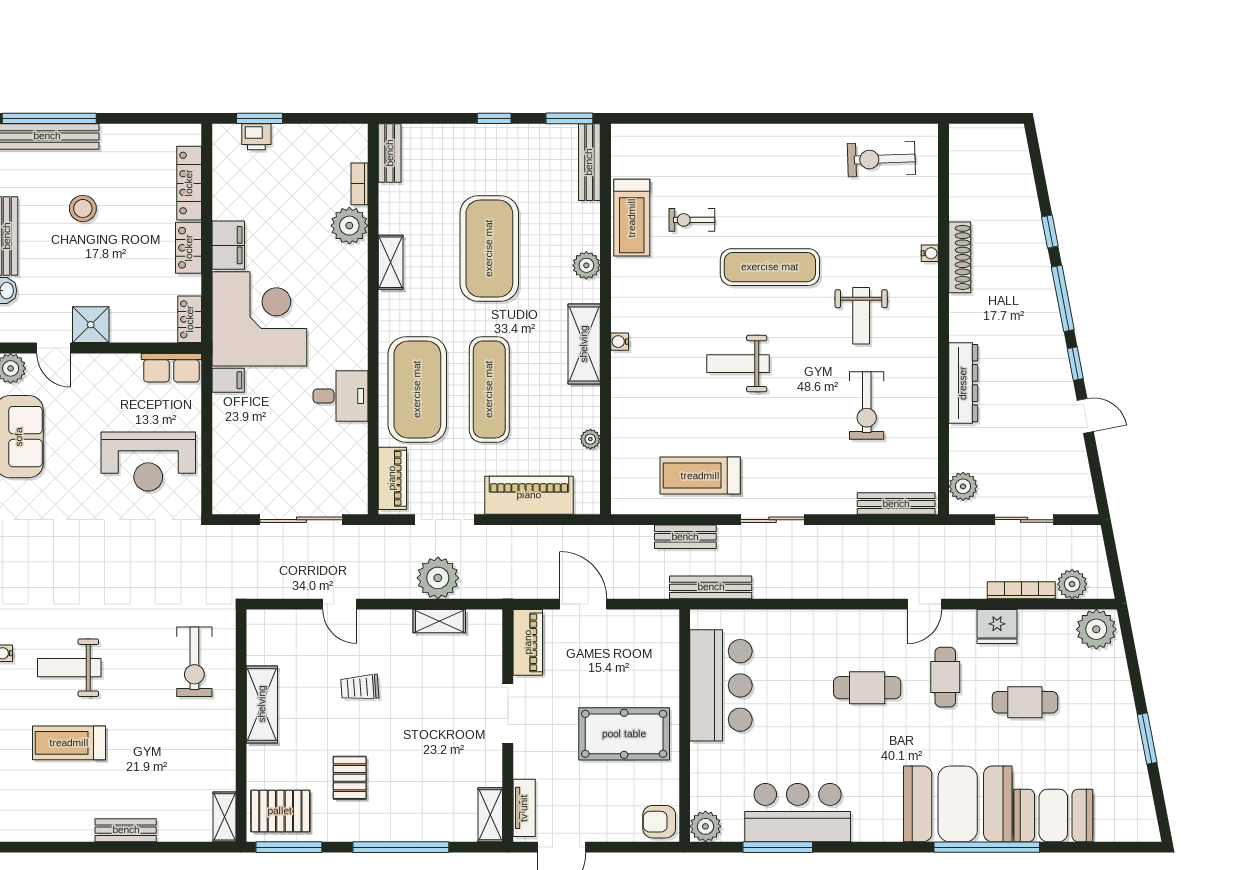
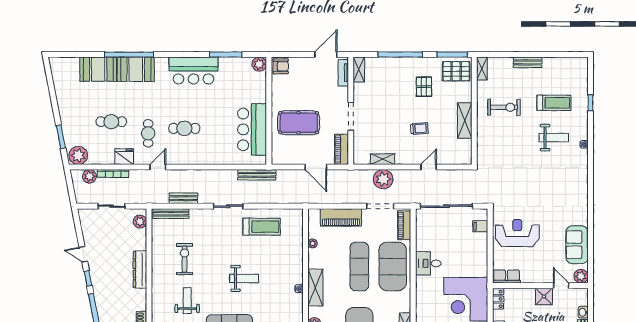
filing cabinet: (228, 380) -> (480, 226), moved
sliding door: (301, 520) -> (446, 206), width x1.36
bench: (685, 537) -> (183, 198), moved
door: (340, 604) -> (429, 167), hinge flipped
exercise bike: (194, 662) -> (504, 107), moved, turned 90
pool table: (624, 734) -> (299, 123), moved
window: (1147, 739) -> (61, 137), moved
booth: (958, 804) -> (136, 69), width x0.73, depth x0.70
bar counter: (798, 813) -> (193, 71), moved

